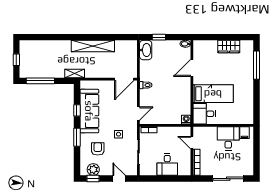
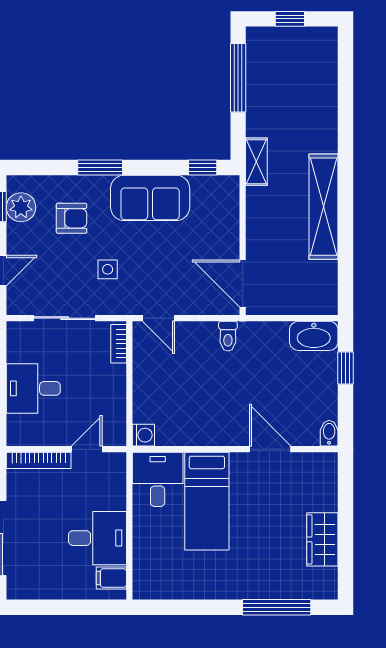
window: (77, 110) -> (203, 167), moved
sofa: (89, 111) -> (150, 198), width x0.73

